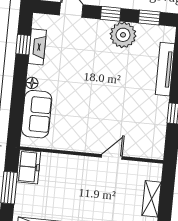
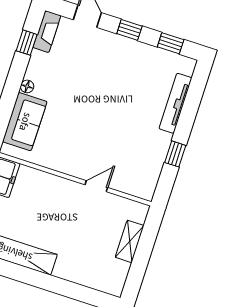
plant: (123, 35) -> (138, 56), removed
fireplace: (37, 47) -> (47, 32), moved

